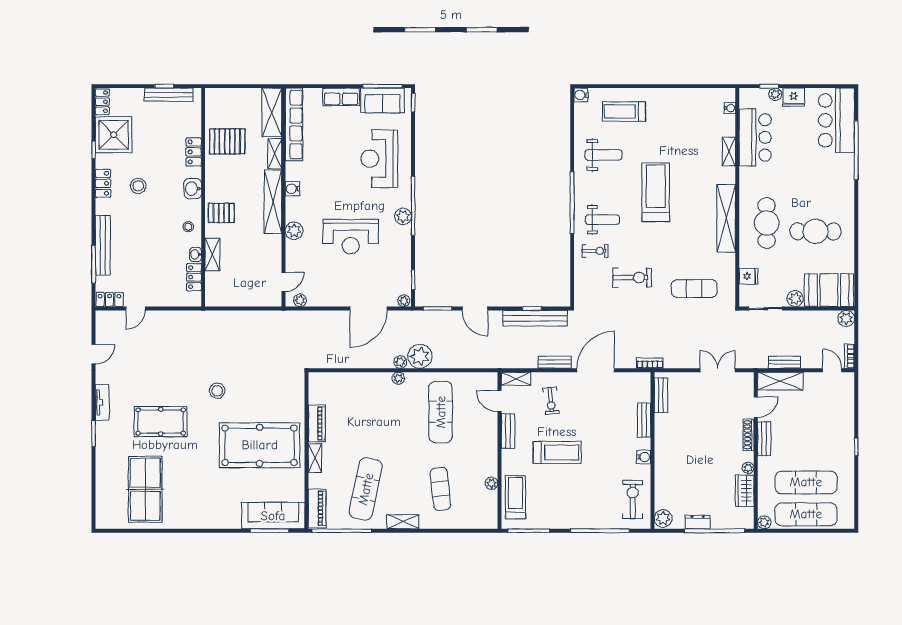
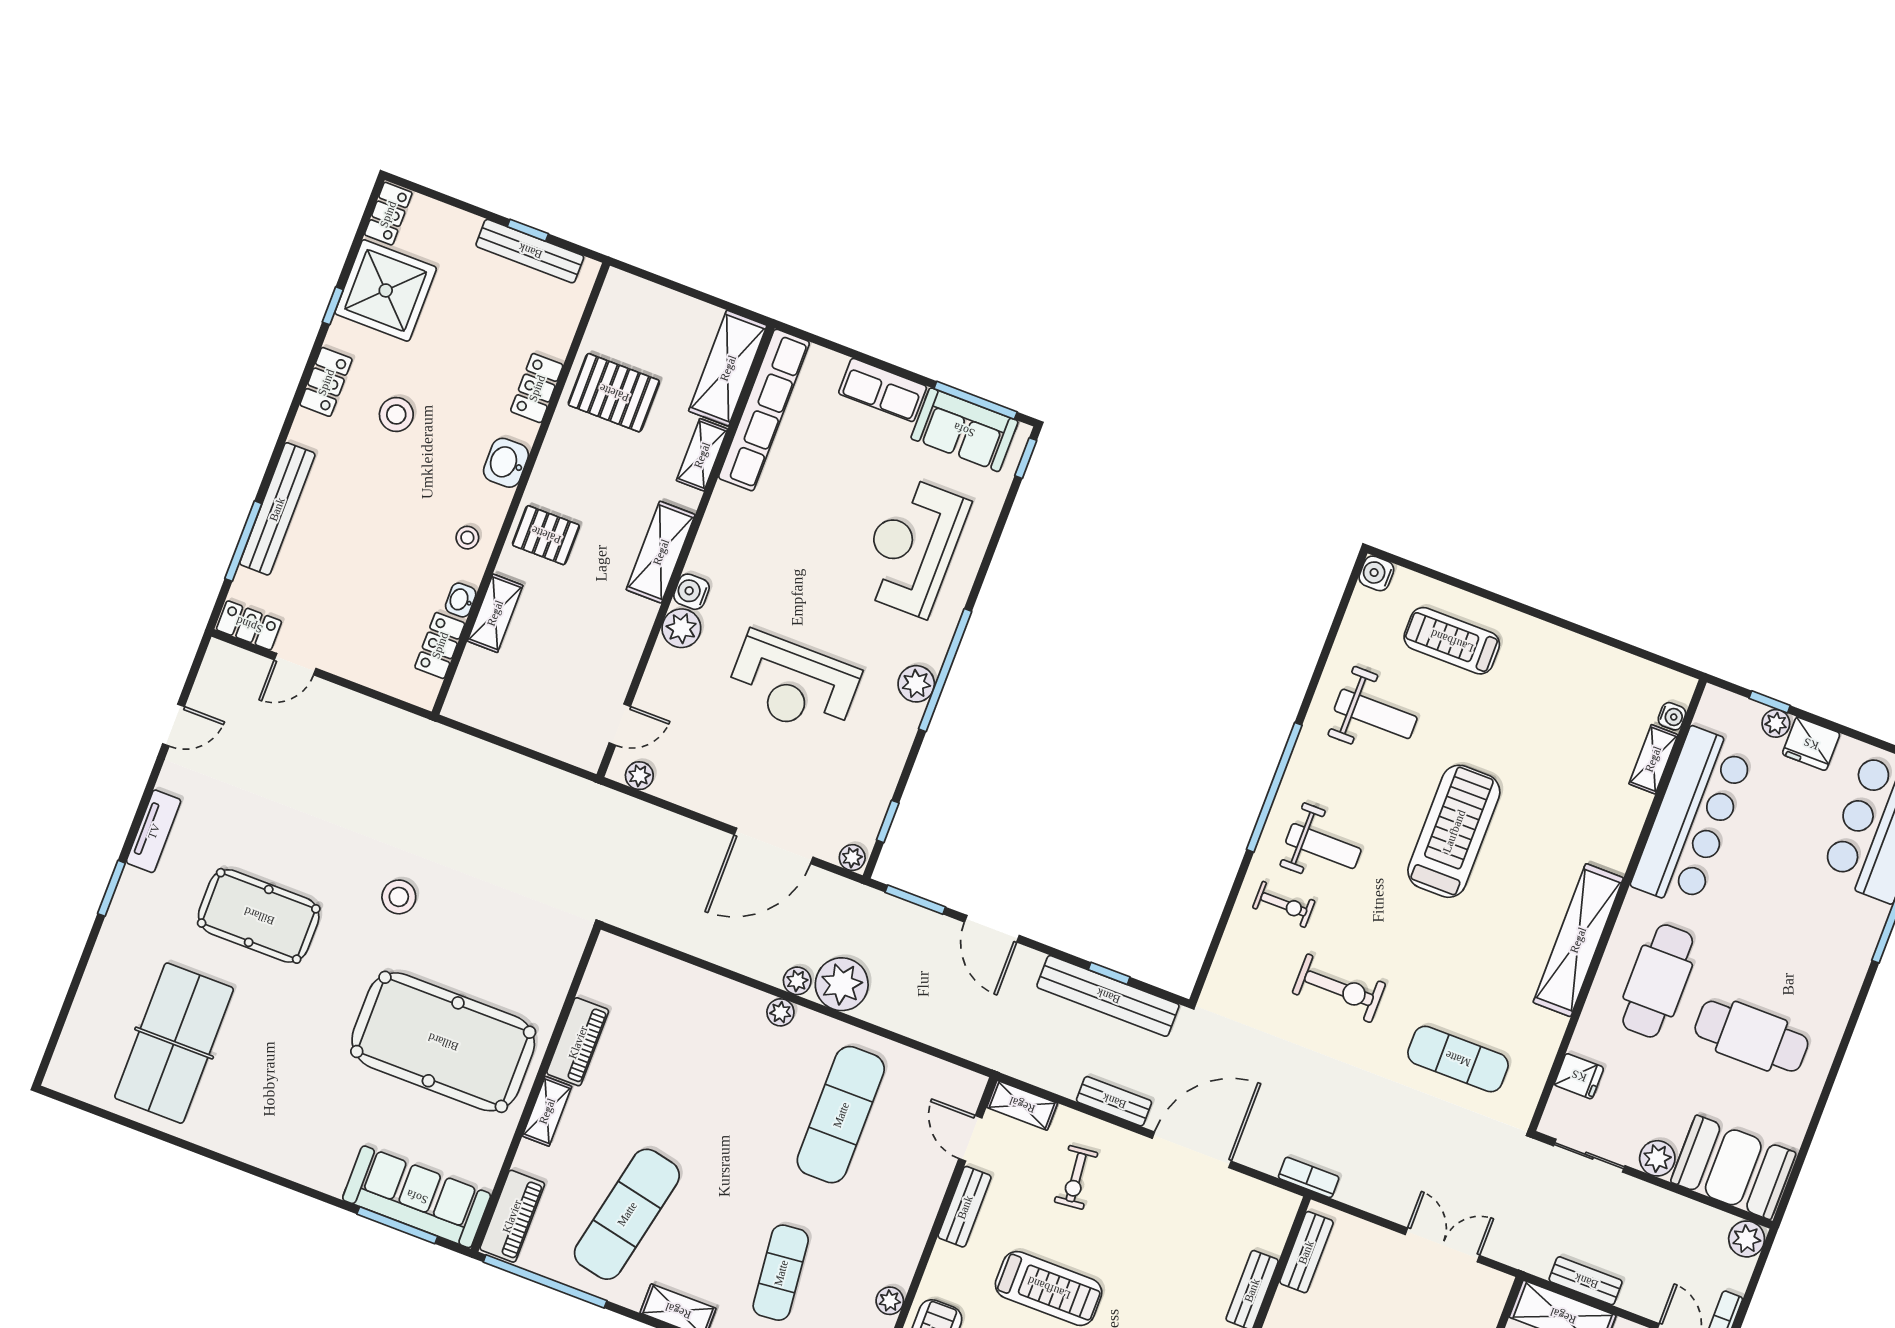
bar counter: (755, 137) -> (1693, 818), width x1.36
shelving: (729, 152) -> (1653, 759), moved
water cooler: (292, 189) -> (691, 592), moved
shelving: (273, 202) -> (661, 552), width x0.68

